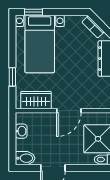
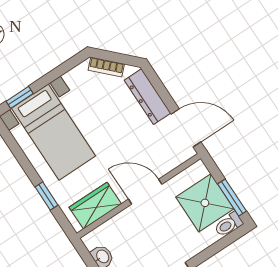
door: (69, 111) -> (145, 192), swing flipped

